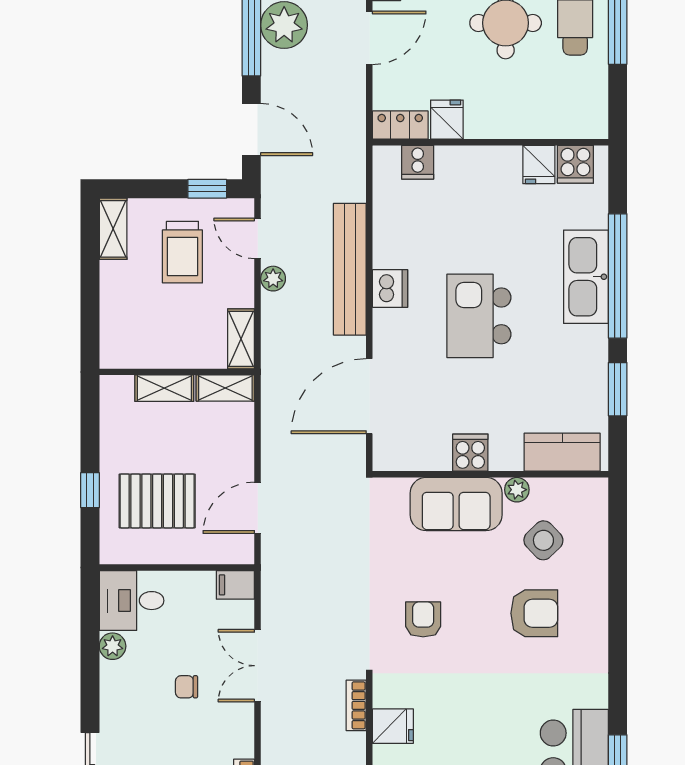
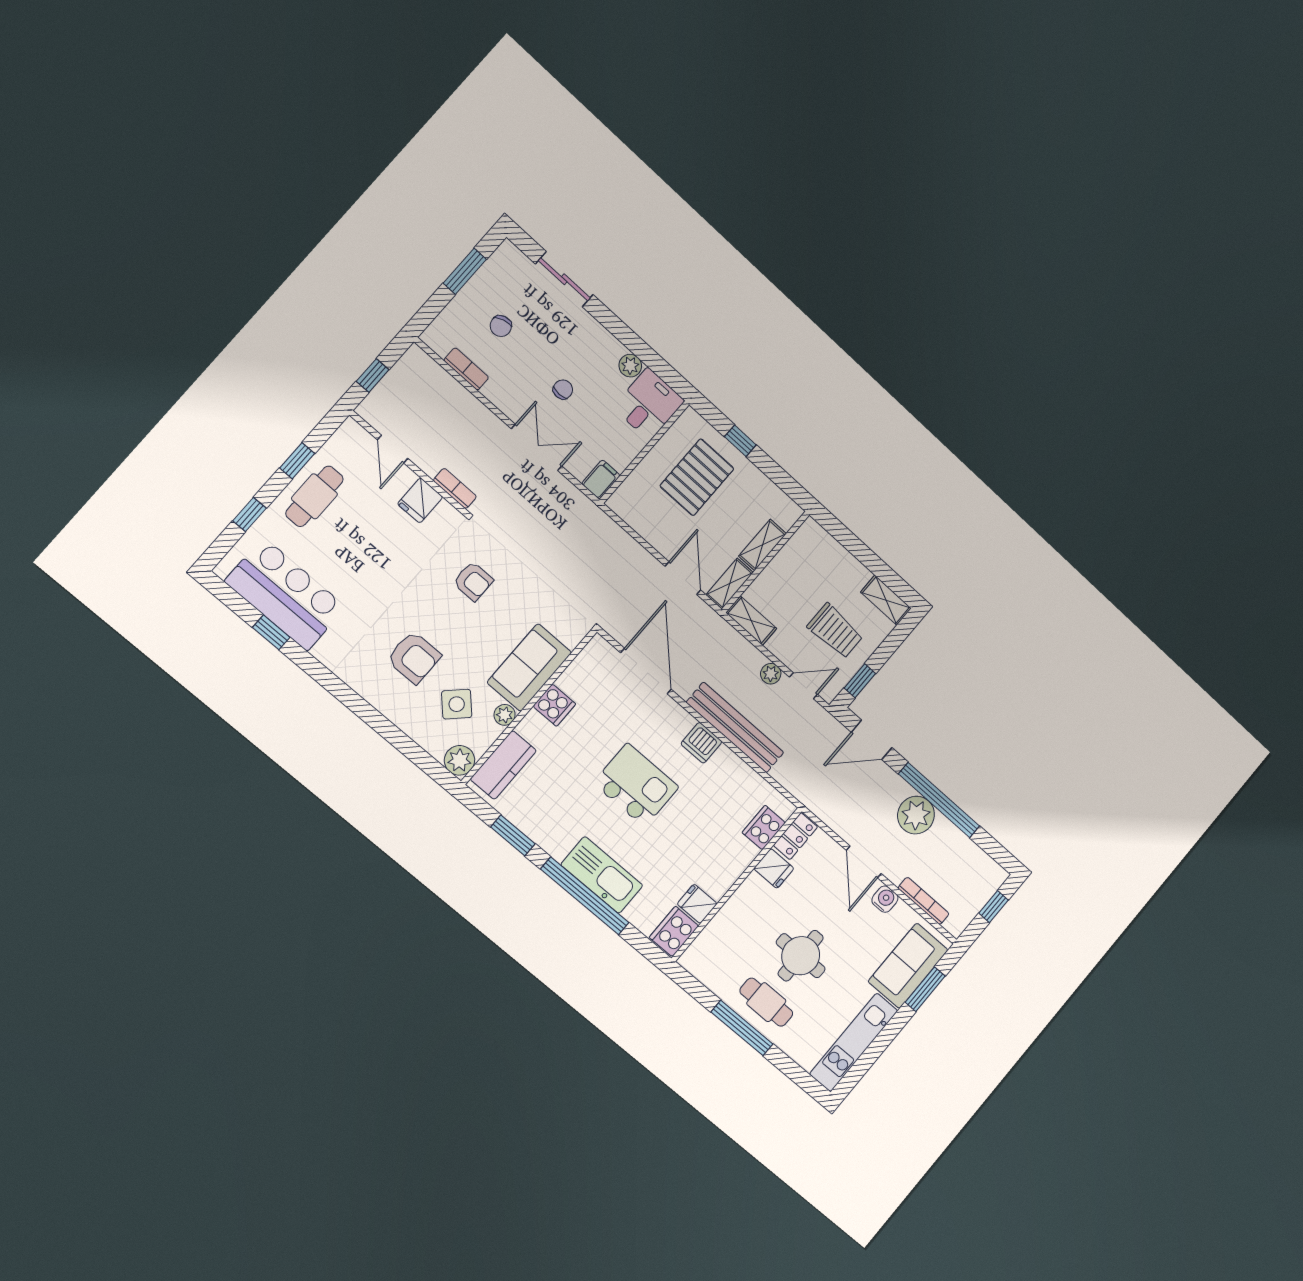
cooker: (418, 162) -> (764, 828), width x1.36
cooker: (575, 164) -> (674, 932), width x1.36
trolley: (182, 252) -> (835, 631), turned 180
plant: (591, 495) -> (460, 760), added
door: (258, 508) -> (683, 578), moved
armchair: (534, 613) -> (414, 657), turned -90

